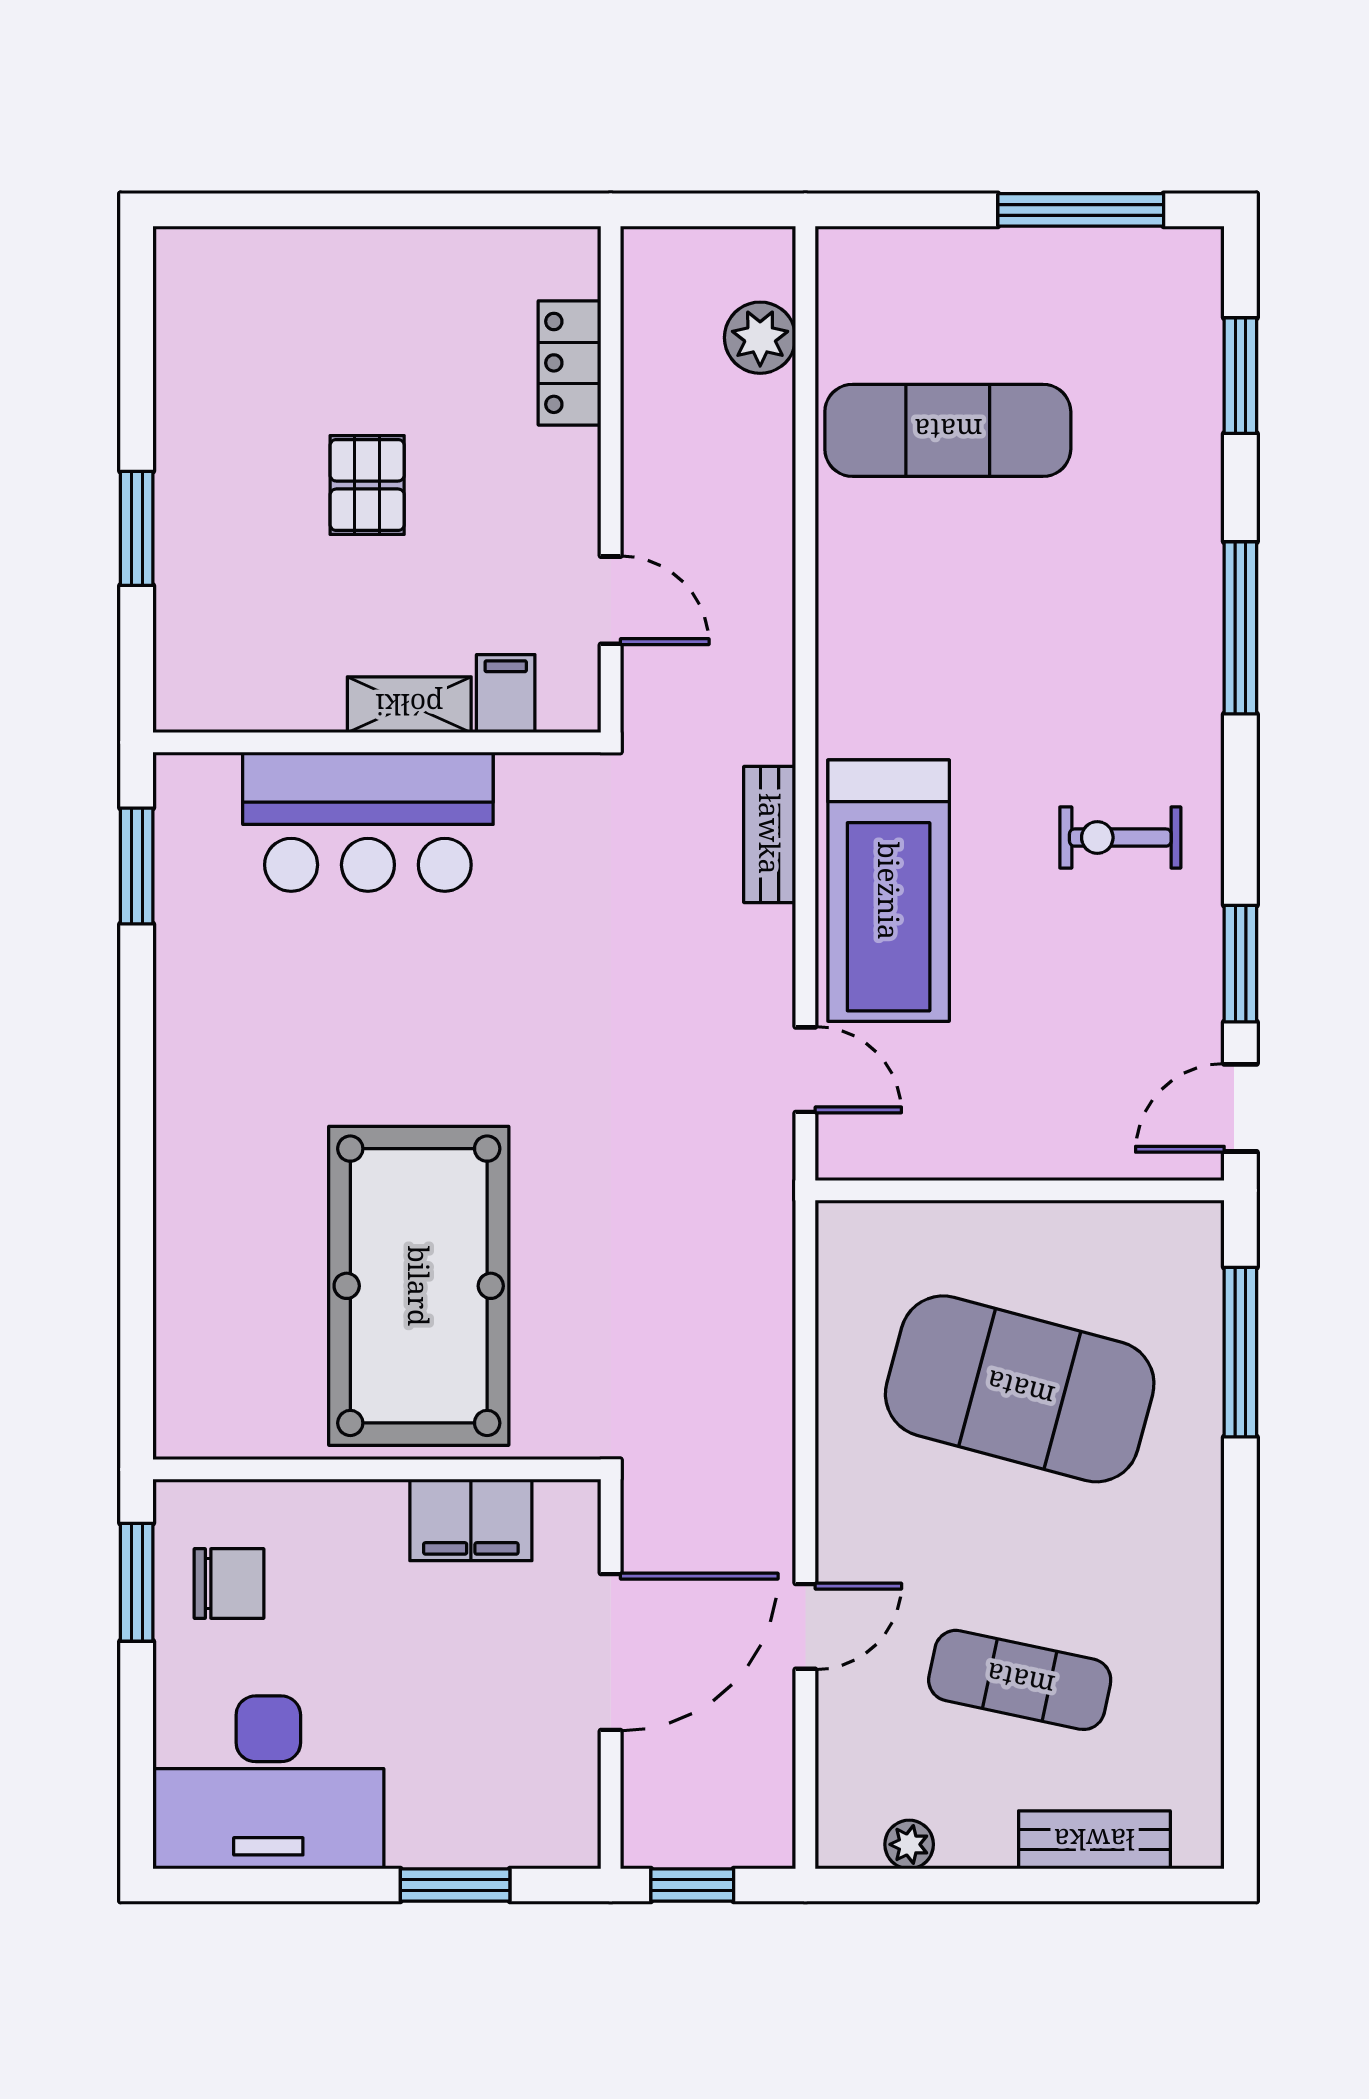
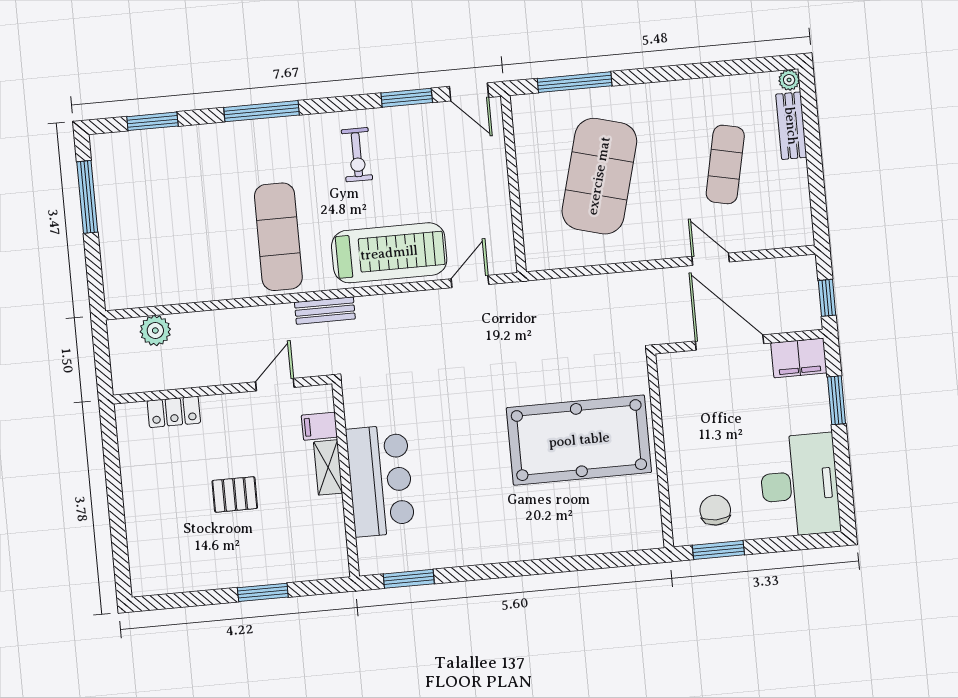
exercise mat: (948, 430) -> (278, 237), moved
bench: (770, 834) -> (325, 311), moved
filing cabinet: (471, 1520) -> (799, 358), moved, turned 90
plant: (909, 1844) -> (789, 80), moved

